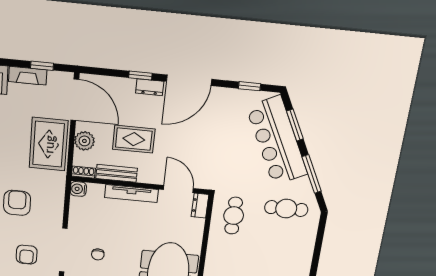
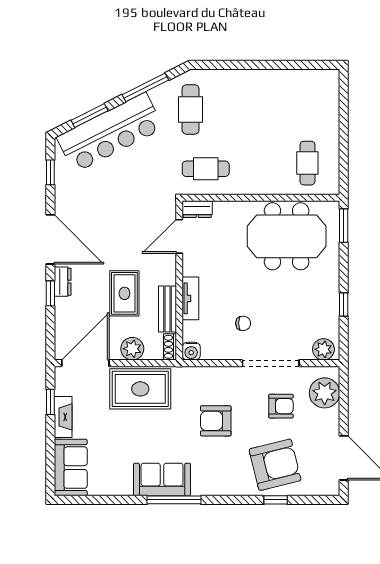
tv unit: (131, 193) -> (190, 298), width x0.71
chair: (98, 254) -> (243, 323), moved

